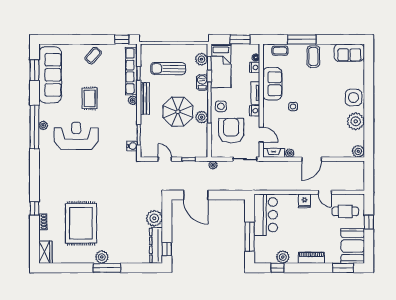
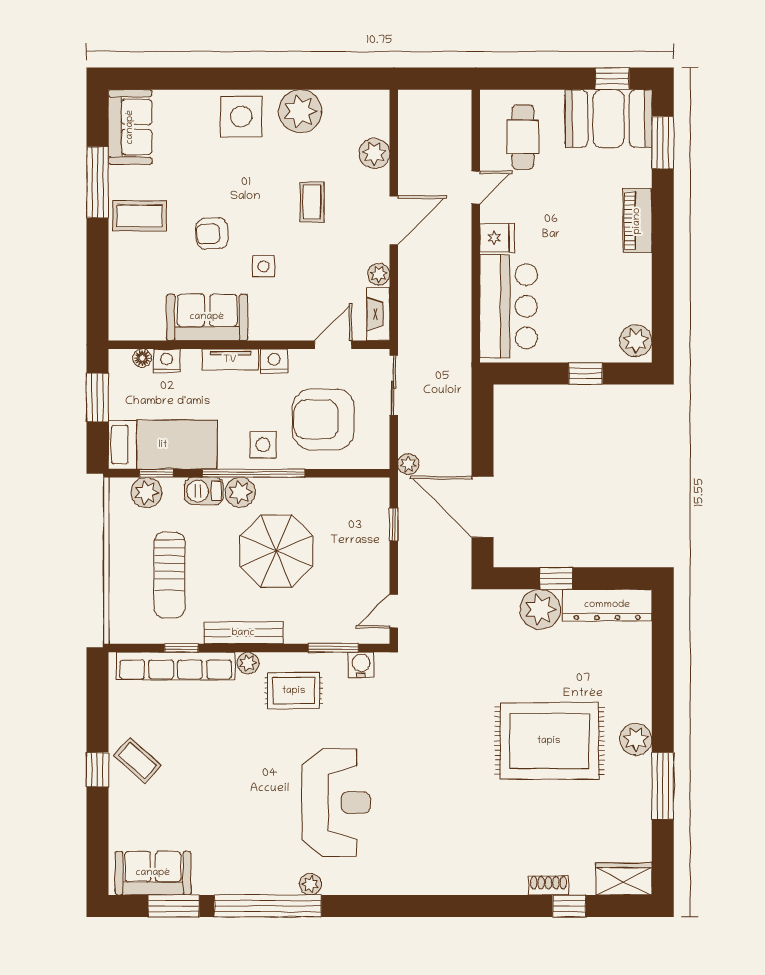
window: (122, 39) -> (97, 770), moved
window: (302, 39) -> (97, 182), moved
coffee table: (280, 51) -> (312, 202), moved
sofa: (50, 75) -> (153, 873), width x0.54, depth x0.79
armchair: (306, 86) -> (212, 234), added
rug: (90, 98) -> (294, 691), moved
plant: (202, 117) -> (240, 492), moved
window: (34, 127) -> (268, 906), moved
reception desk: (76, 136) -> (336, 803), turned 180
plant: (358, 151) -> (374, 153), moved
door: (165, 159) -> (394, 611), moved
door: (312, 159) -> (394, 220), hinge flipped
door: (196, 195) -> (483, 507), swing flipped
window: (34, 208) -> (569, 906), moved
bar counter: (266, 215) -> (508, 306), moved, turned 90
window: (369, 222) -> (612, 79), moved
rug: (81, 223) -> (549, 741), moved
window: (250, 237) -> (586, 373), width x0.46
window: (167, 249) -> (556, 578), moved
plant: (283, 257) -> (636, 341), moved
window: (107, 268) -> (663, 786), moved
window: (277, 268) -> (663, 305), removed

